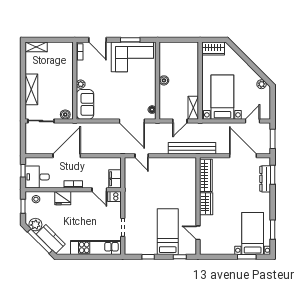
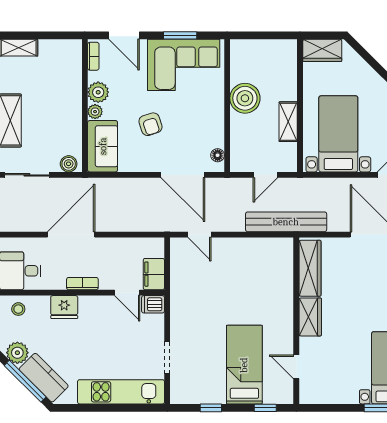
plant: (82, 73) -> (98, 92), added
boiler: (164, 80) -> (245, 98), width x1.86, depth x1.86
armchair: (113, 91) -> (150, 124), added
shelving: (193, 108) -> (288, 122), moved

